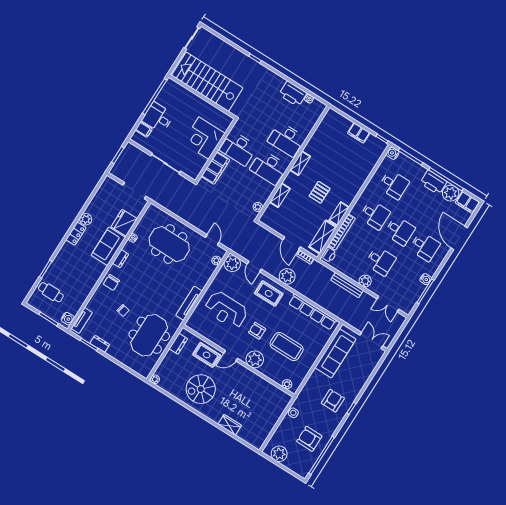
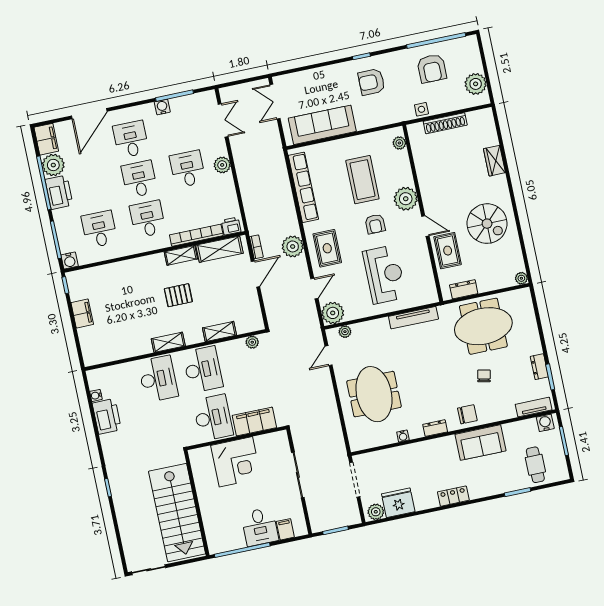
plant: (86, 219) -> (376, 512), moved
fridge: (124, 223) -> (398, 503), moved, turned 180
sofa: (108, 246) -> (481, 443), moved
bench: (347, 285) -> (244, 179), removed
shoe rack: (274, 418) -> (445, 123), added

